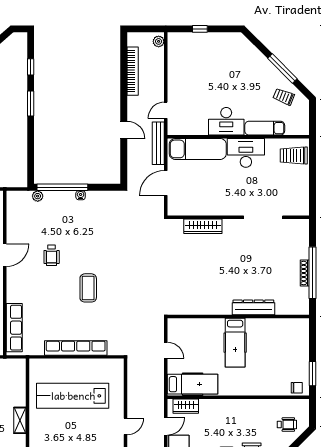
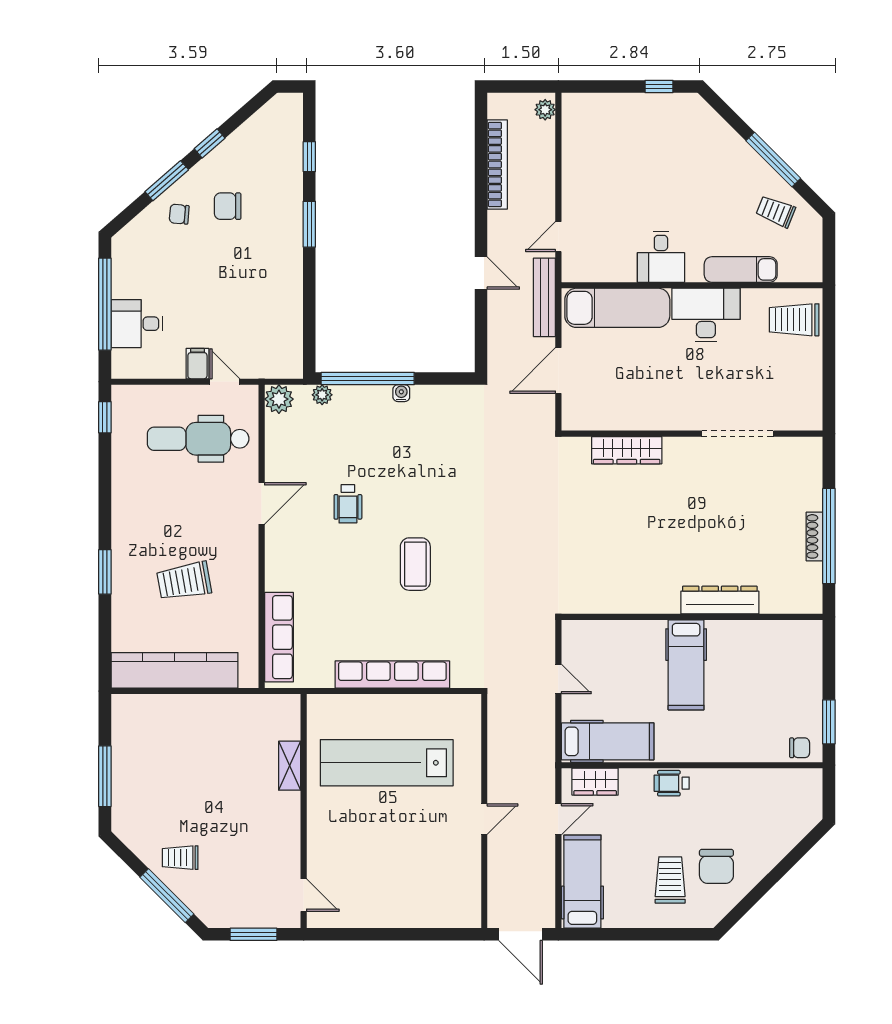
window: (200, 29) -> (659, 87), moved
desk: (226, 121) -> (661, 257), width x0.73
plant: (14, 198) -> (279, 399), added
shelving: (20, 420) -> (290, 766), moved
wheelchair: (287, 425) -> (672, 783), moved, turned 180

